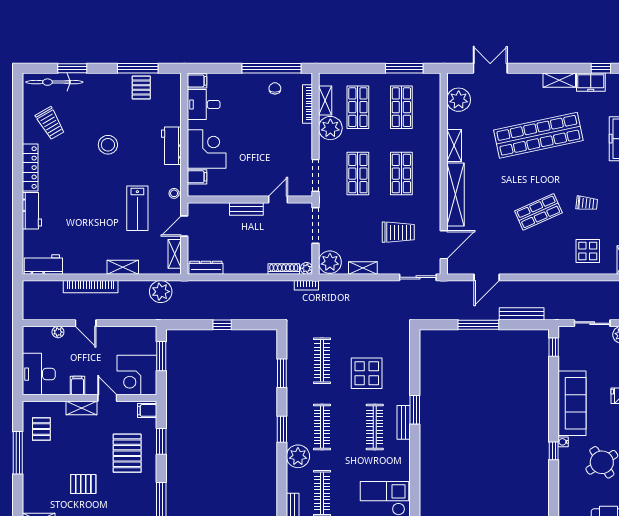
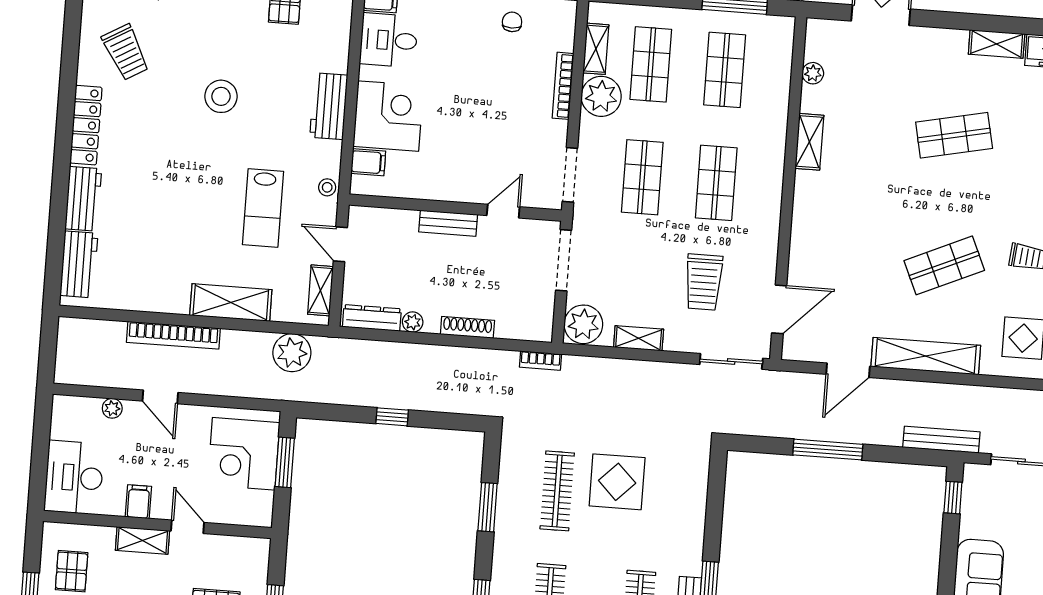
plant: (459, 100) -> (813, 73), width x0.53, depth x0.53
bookcase: (307, 104) -> (563, 86), moved
shop shelf: (538, 135) -> (954, 135), width x0.50, depth x0.74
shelving: (455, 194) -> (926, 356), moved, turned 90
door: (184, 226) -> (340, 244), hinge flipped
trolley: (398, 232) -> (704, 282), turned 90
workbench: (43, 265) -> (79, 264), moved, turned 90
shelving: (123, 267) -> (231, 303), width x1.50, depth x1.33
plant: (306, 268) -> (413, 322), moved
shoe rack: (284, 269) -> (467, 327), moved
bench: (522, 314) -> (941, 440), moved
display table: (367, 373) -> (617, 482), moved
corner desk: (137, 375) -> (244, 454), moved
filing cabinet: (147, 410) -> (254, 553), removed

